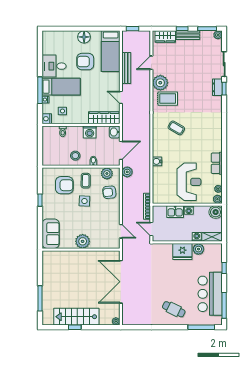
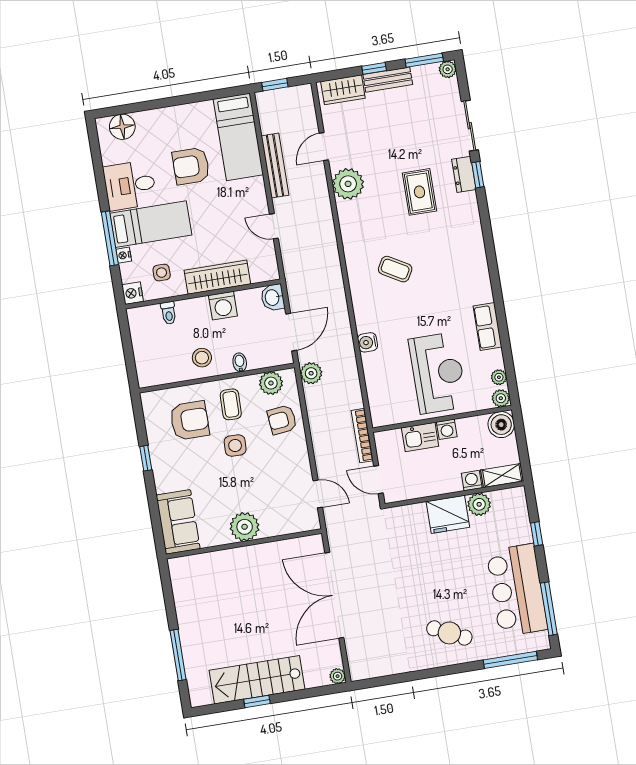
floor lamp: (84, 37) -> (122, 127), moved
rug: (168, 99) -> (419, 192), moved, turned 90
wardrobe: (104, 118) -> (217, 277), moved

